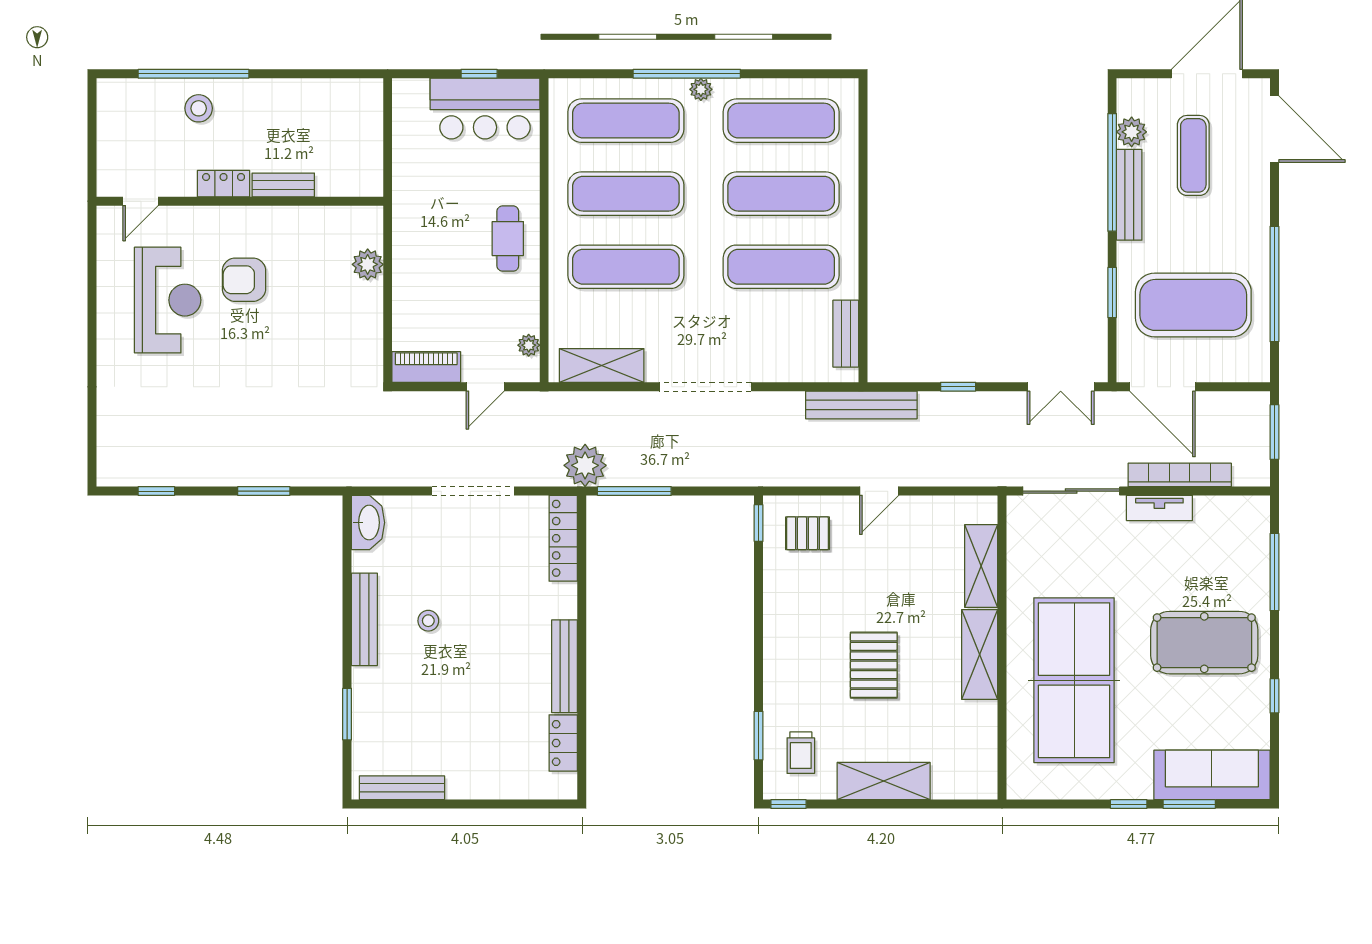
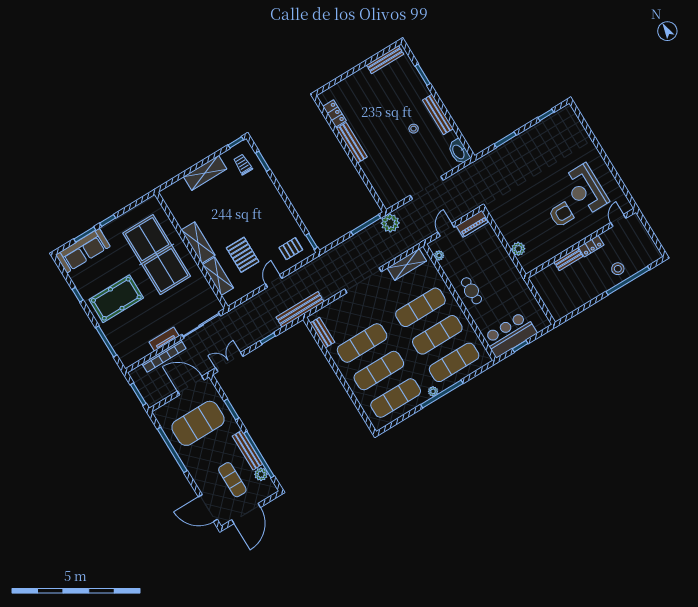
locker: (563, 538) -> (382, 191), removed
pallet: (874, 665) -> (243, 255), moved

